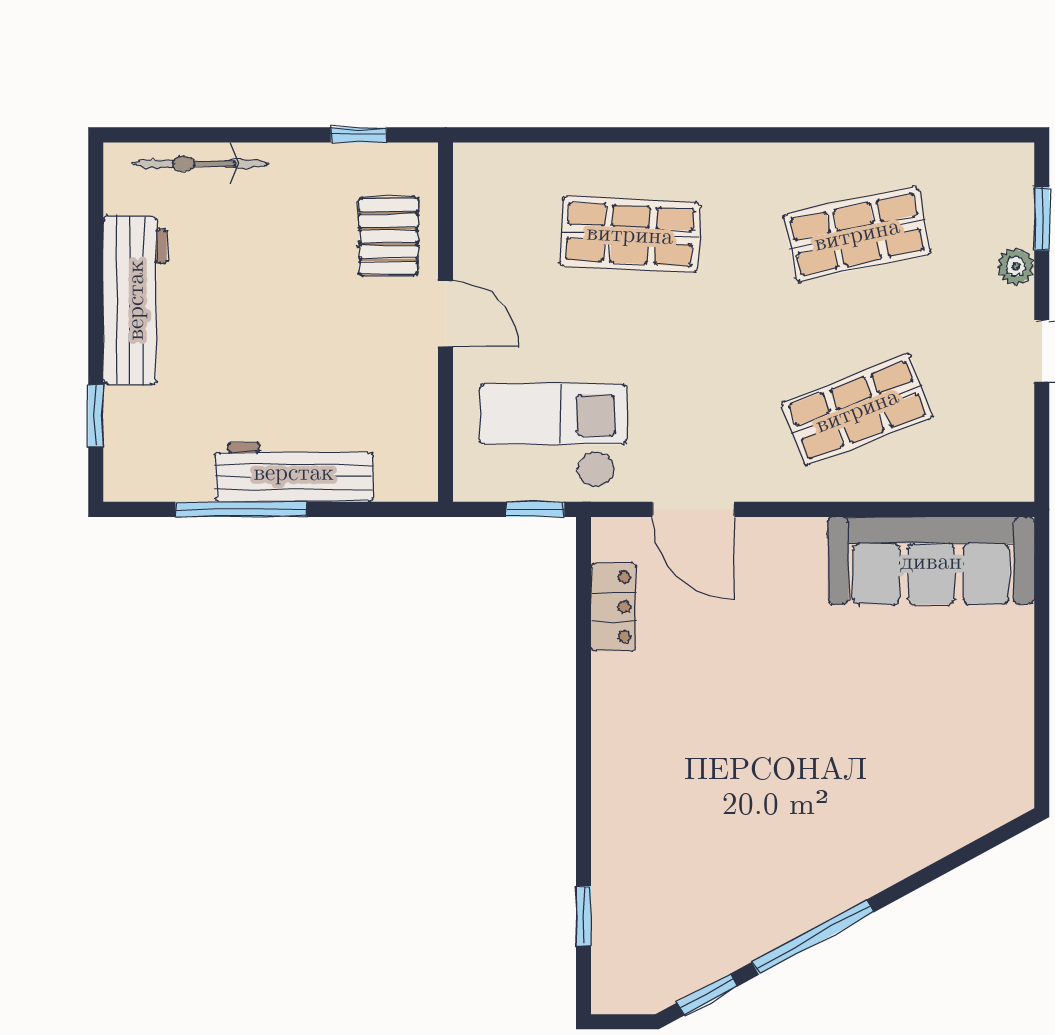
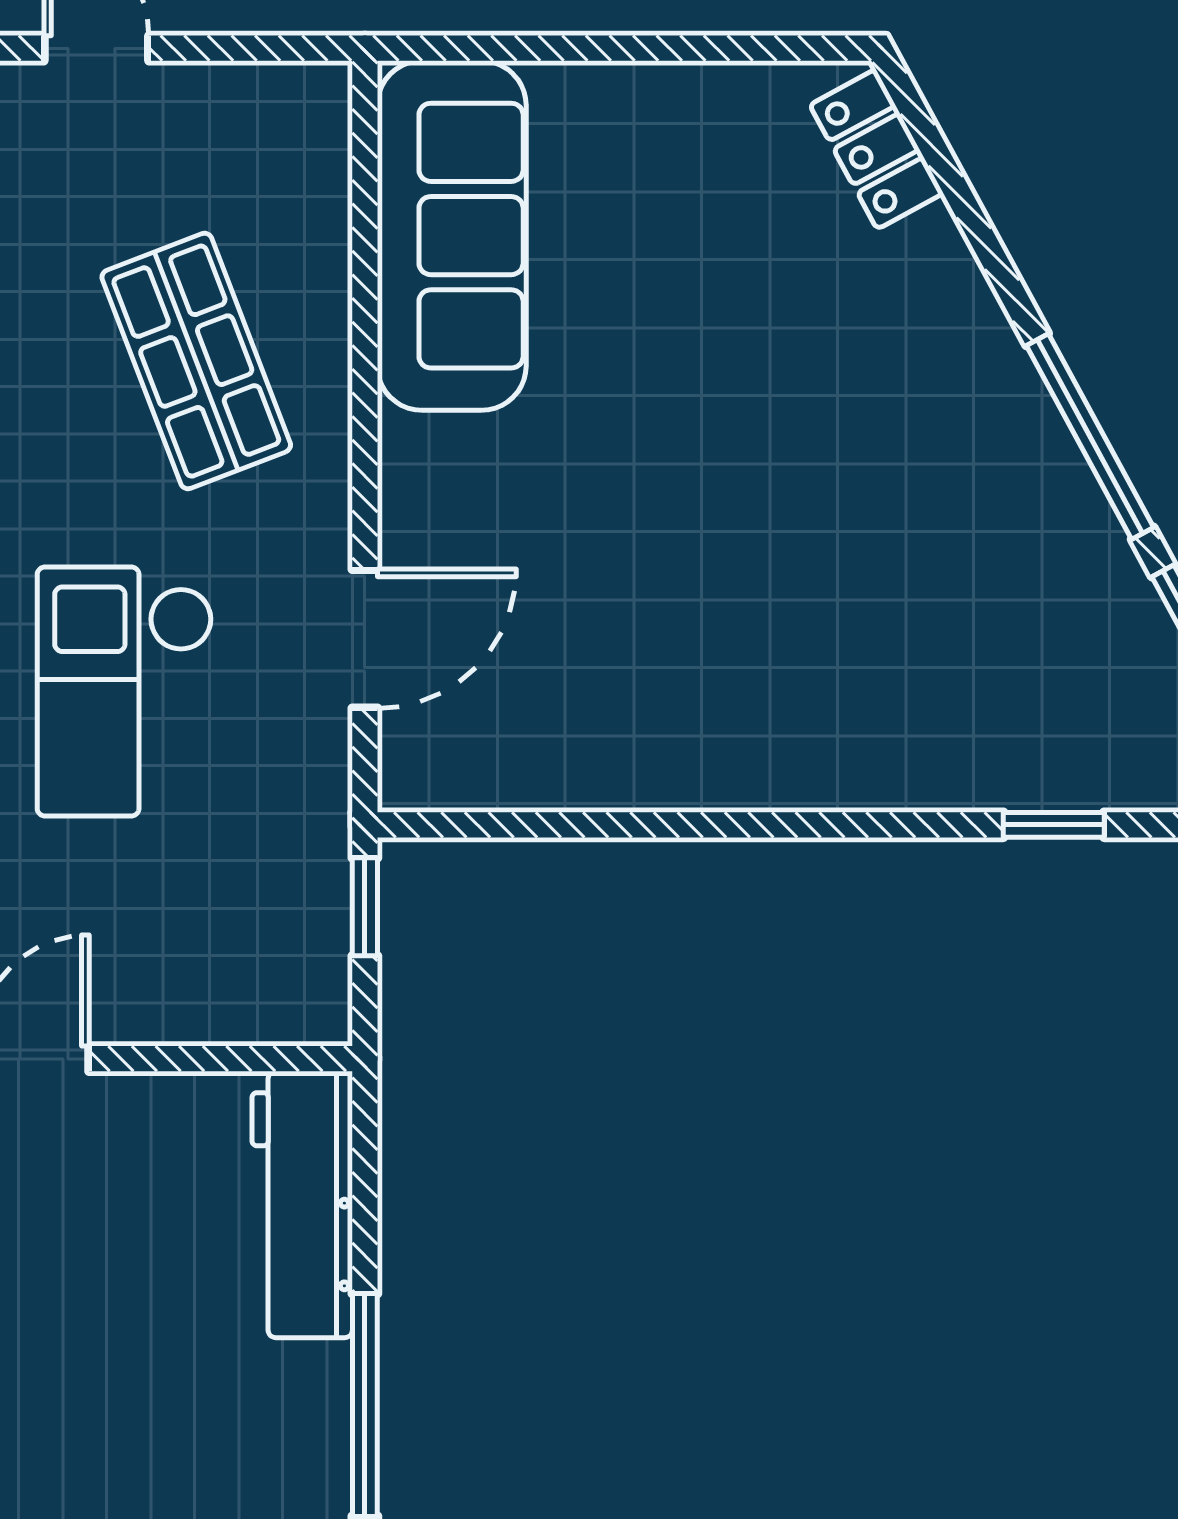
checkout: (553, 436) -> (125, 692), moved
workbench: (294, 472) -> (302, 1204), moved
locker: (613, 607) -> (876, 149), moved, turned -119

